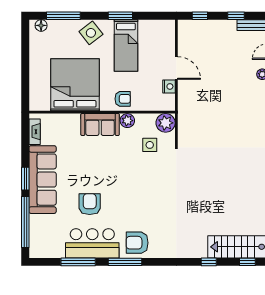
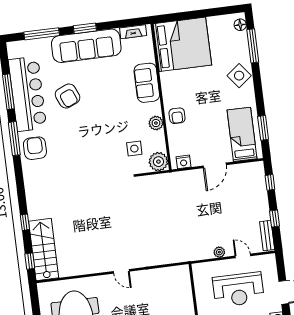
window: (120, 16) -> (263, 128), moved
bed: (126, 45) -> (242, 134), moved, turned 90
bed: (75, 85) -> (182, 44), moved
nightstand: (169, 86) -> (183, 162), moved
sofa: (100, 124) -> (147, 83), moved
armchair: (90, 204) -> (68, 96), turned 67
window: (25, 222) -> (42, 34), width x0.68
bar counter: (92, 243) -> (27, 94), width x1.36

